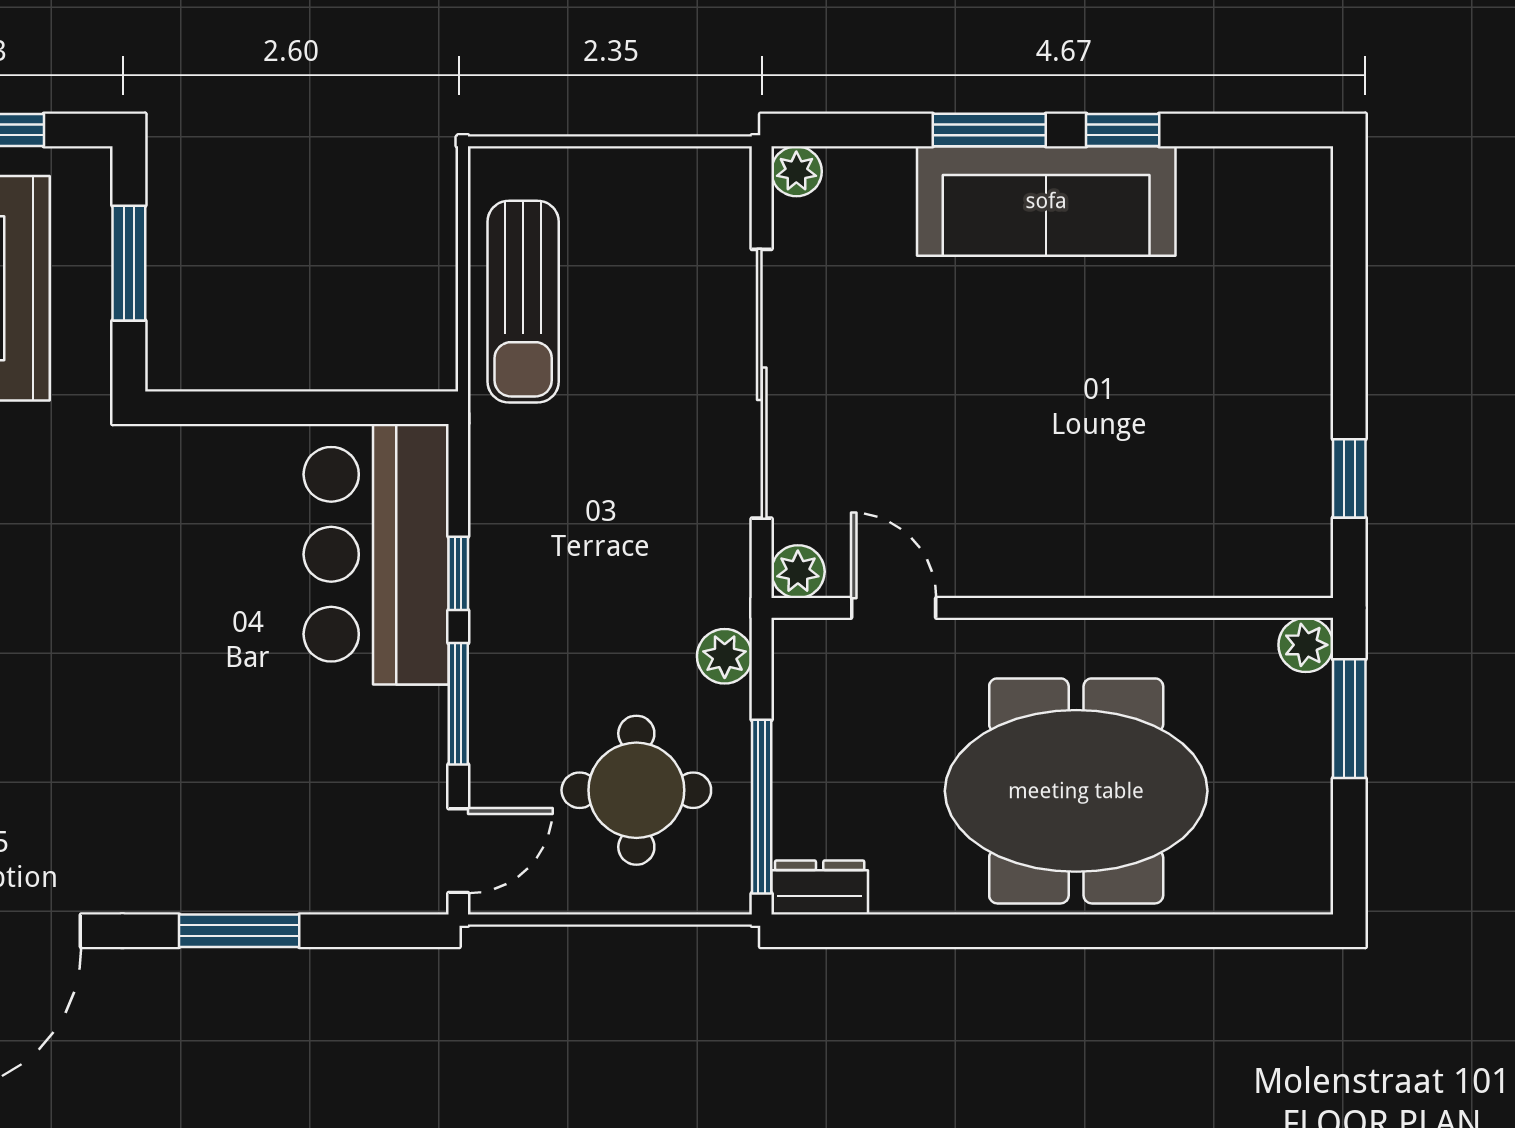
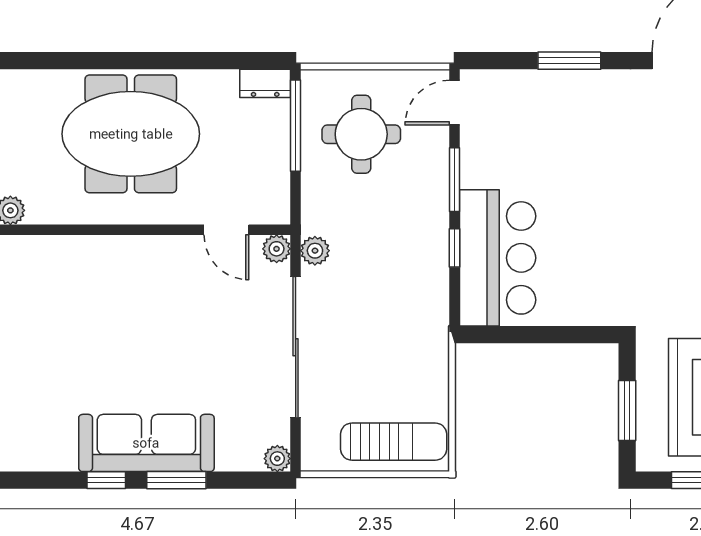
sun lounger: (523, 302) -> (394, 442), moved, turned 90
plant: (725, 656) -> (315, 251), moved

